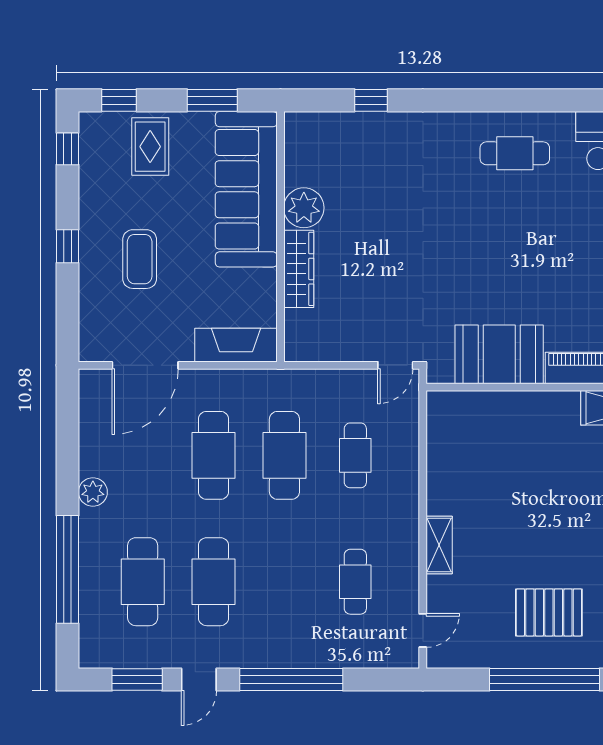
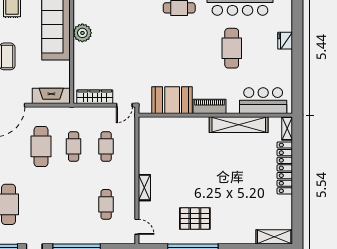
wardrobe: (299, 269) -> (95, 97), moved, turned -90
cafe table: (284, 455) -> (74, 146), width x0.73, depth x0.74
cafe table: (214, 582) -> (41, 204), removed
door: (423, 630) -> (137, 227), hinge flipped

